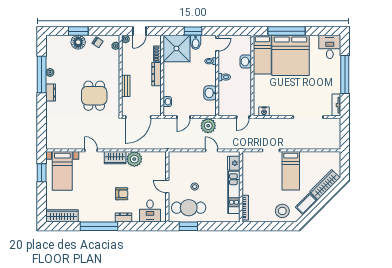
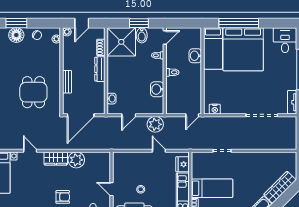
bed: (291, 171) -> (212, 188), moved, turned -90

